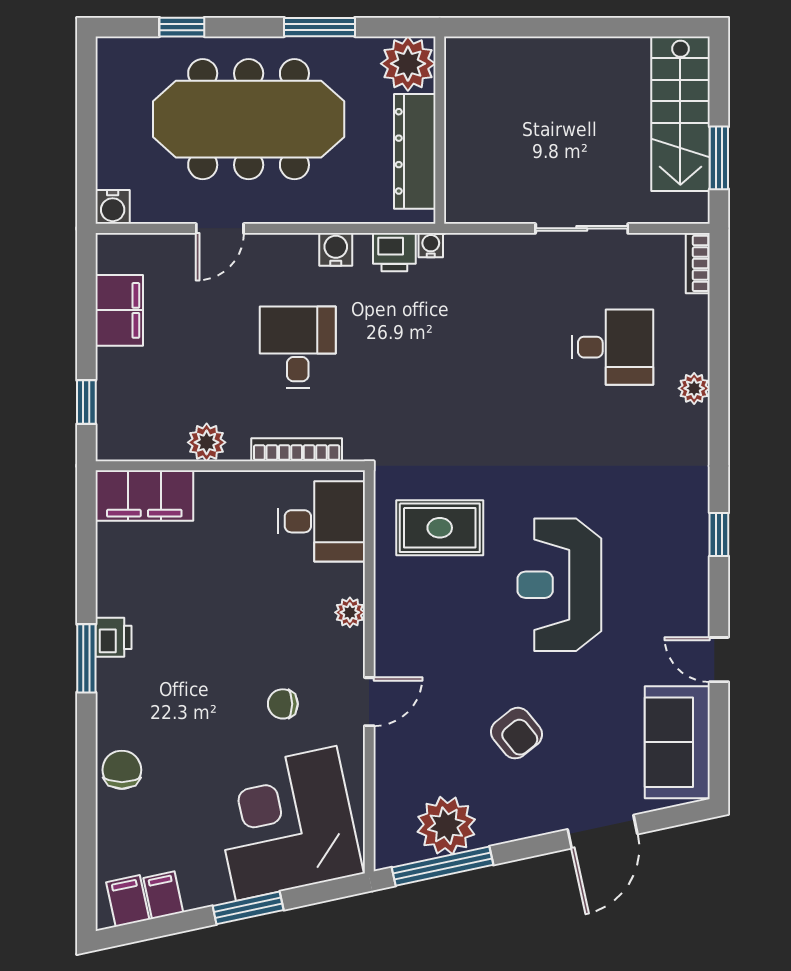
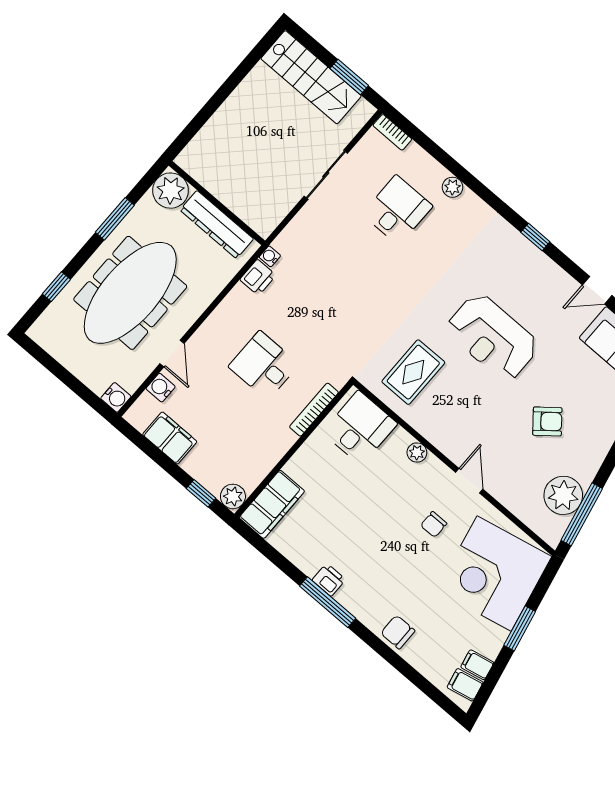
water cooler: (336, 249) -> (161, 388), moved
plant: (207, 442) -> (233, 496), moved
window: (86, 658) -> (328, 602), width x1.44

